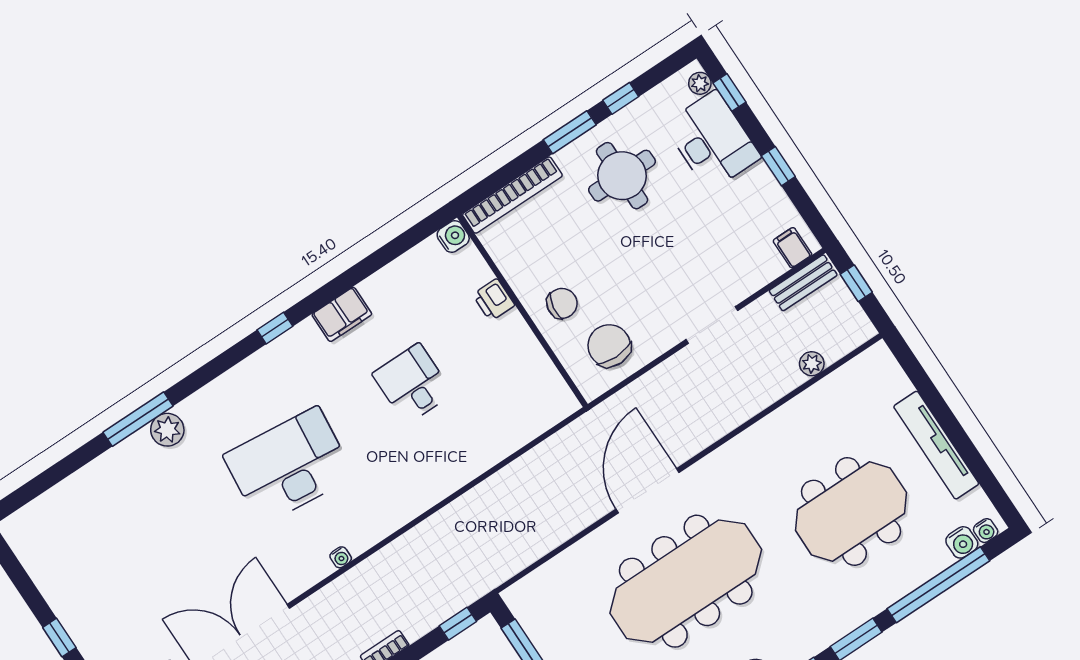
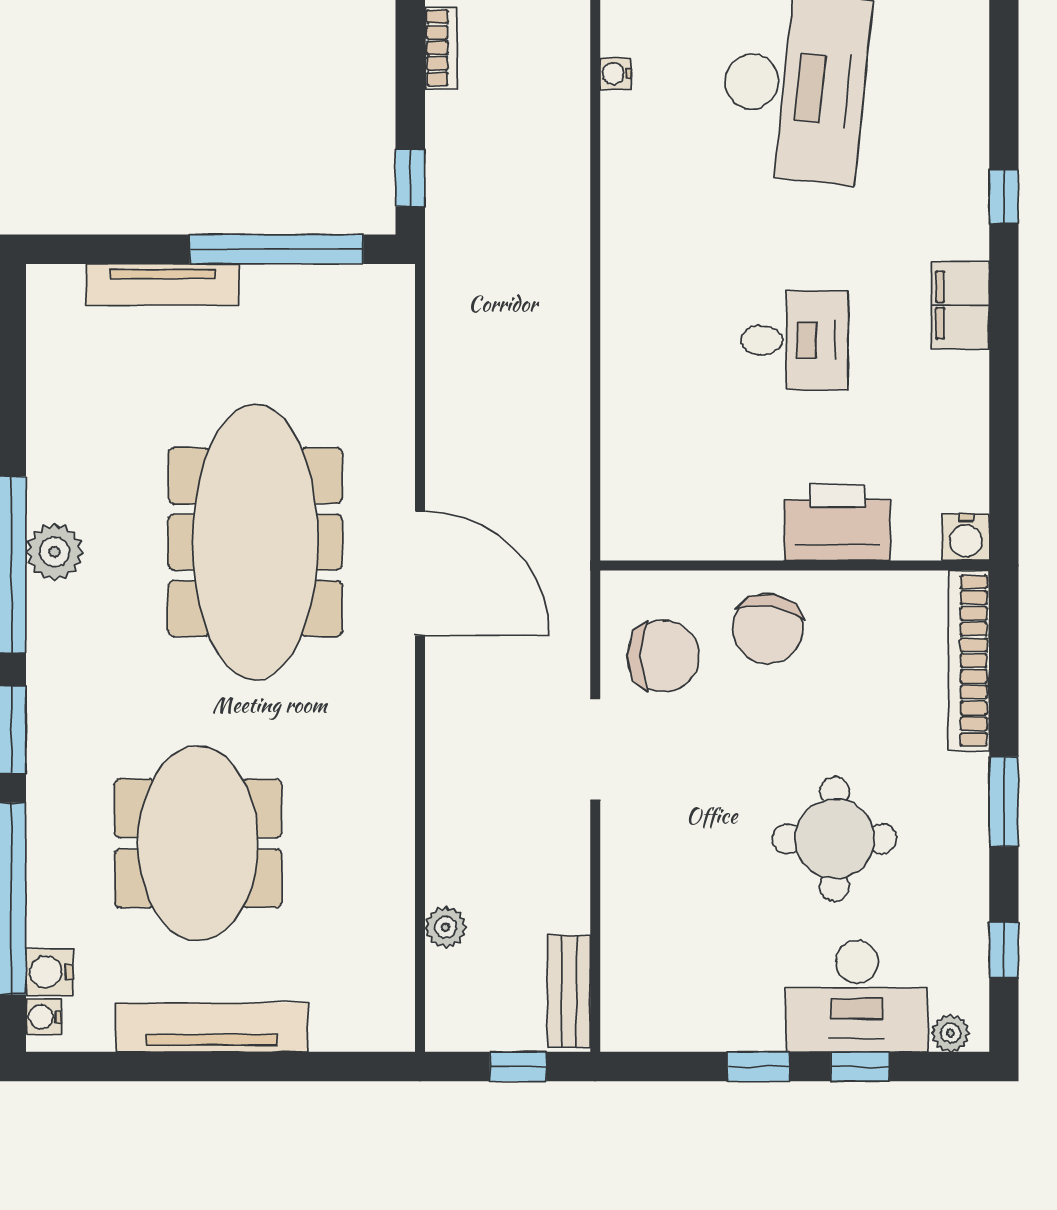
window: (730, 93) -> (860, 1067), moved
window: (621, 98) -> (1004, 950), moved
round table: (622, 176) -> (835, 839), moved
filing cabinet: (792, 248) -> (629, 1009), removed
printer: (494, 300) -> (837, 523), width x1.87, depth x1.48
chair: (562, 303) -> (768, 629), width x1.37, depth x1.37
doorway: (712, 325) -> (595, 749), moved

